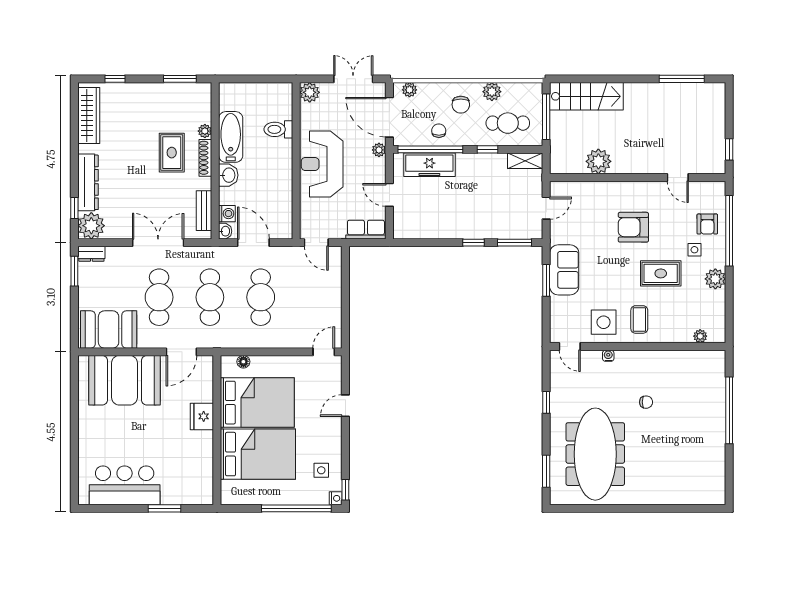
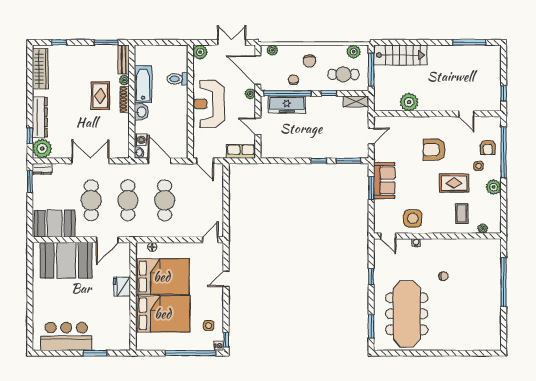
plant: (492, 92) -> (354, 52), moved
bench: (204, 211) -> (124, 60), moved
coffee table: (639, 319) -> (462, 213), moved

